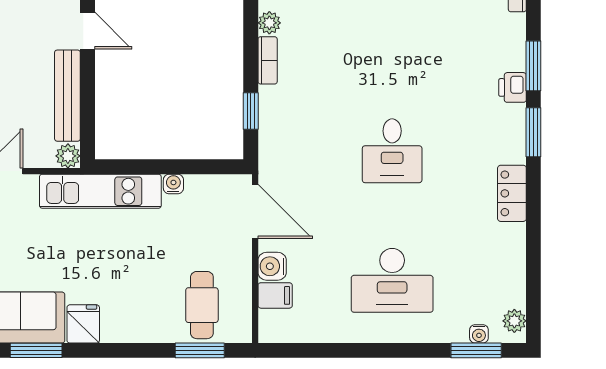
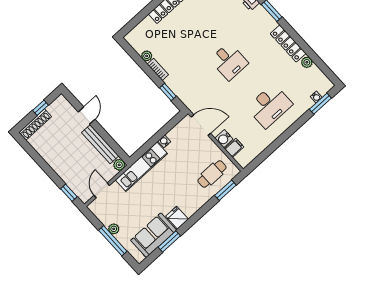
door: (88, 31) -> (87, 116), hinge flipped
locker: (512, 193) -> (288, 44), width x1.53
cafe table: (202, 305) -> (212, 174), turned 90
plant: (514, 321) -> (307, 62), moved

